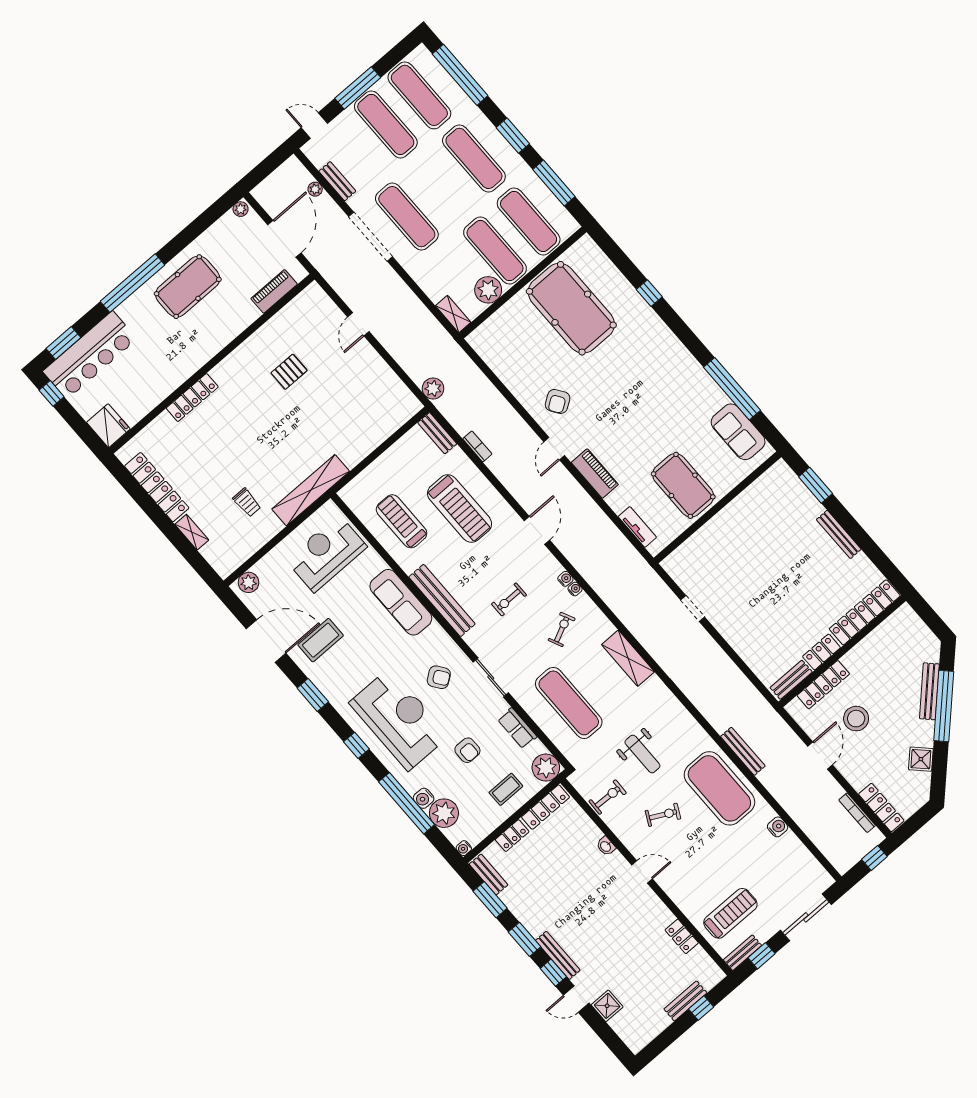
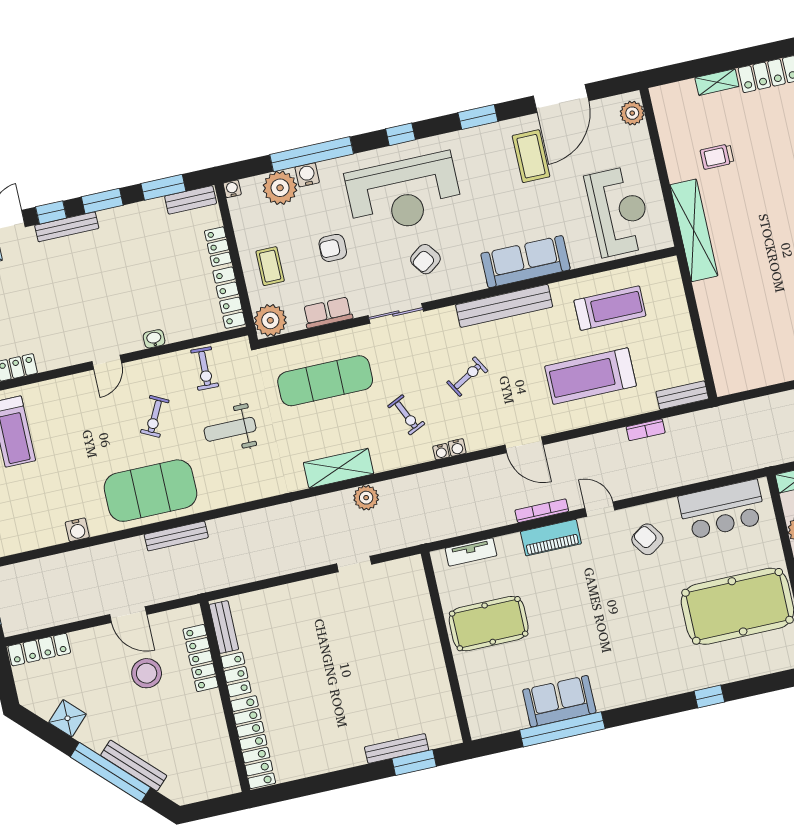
bar counter: (506, 358) -> (722, 509), added
plant: (433, 389) -> (366, 498), moved
sofa: (738, 432) -> (559, 701), moved
bench: (839, 534) -> (397, 749), moved
exercise bike: (509, 599) -> (467, 377), turned 60
bookcase: (857, 813) -> (542, 511), moved

